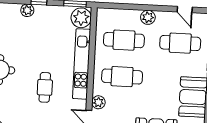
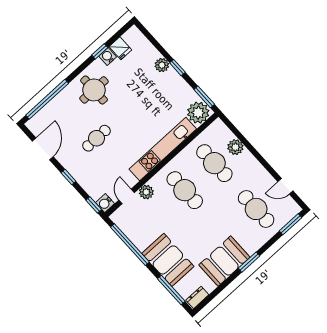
door: (185, 10) -> (285, 186), hinge flipped
plant: (148, 17) -> (235, 147), moved
cafe table: (45, 87) -> (96, 138), moved

